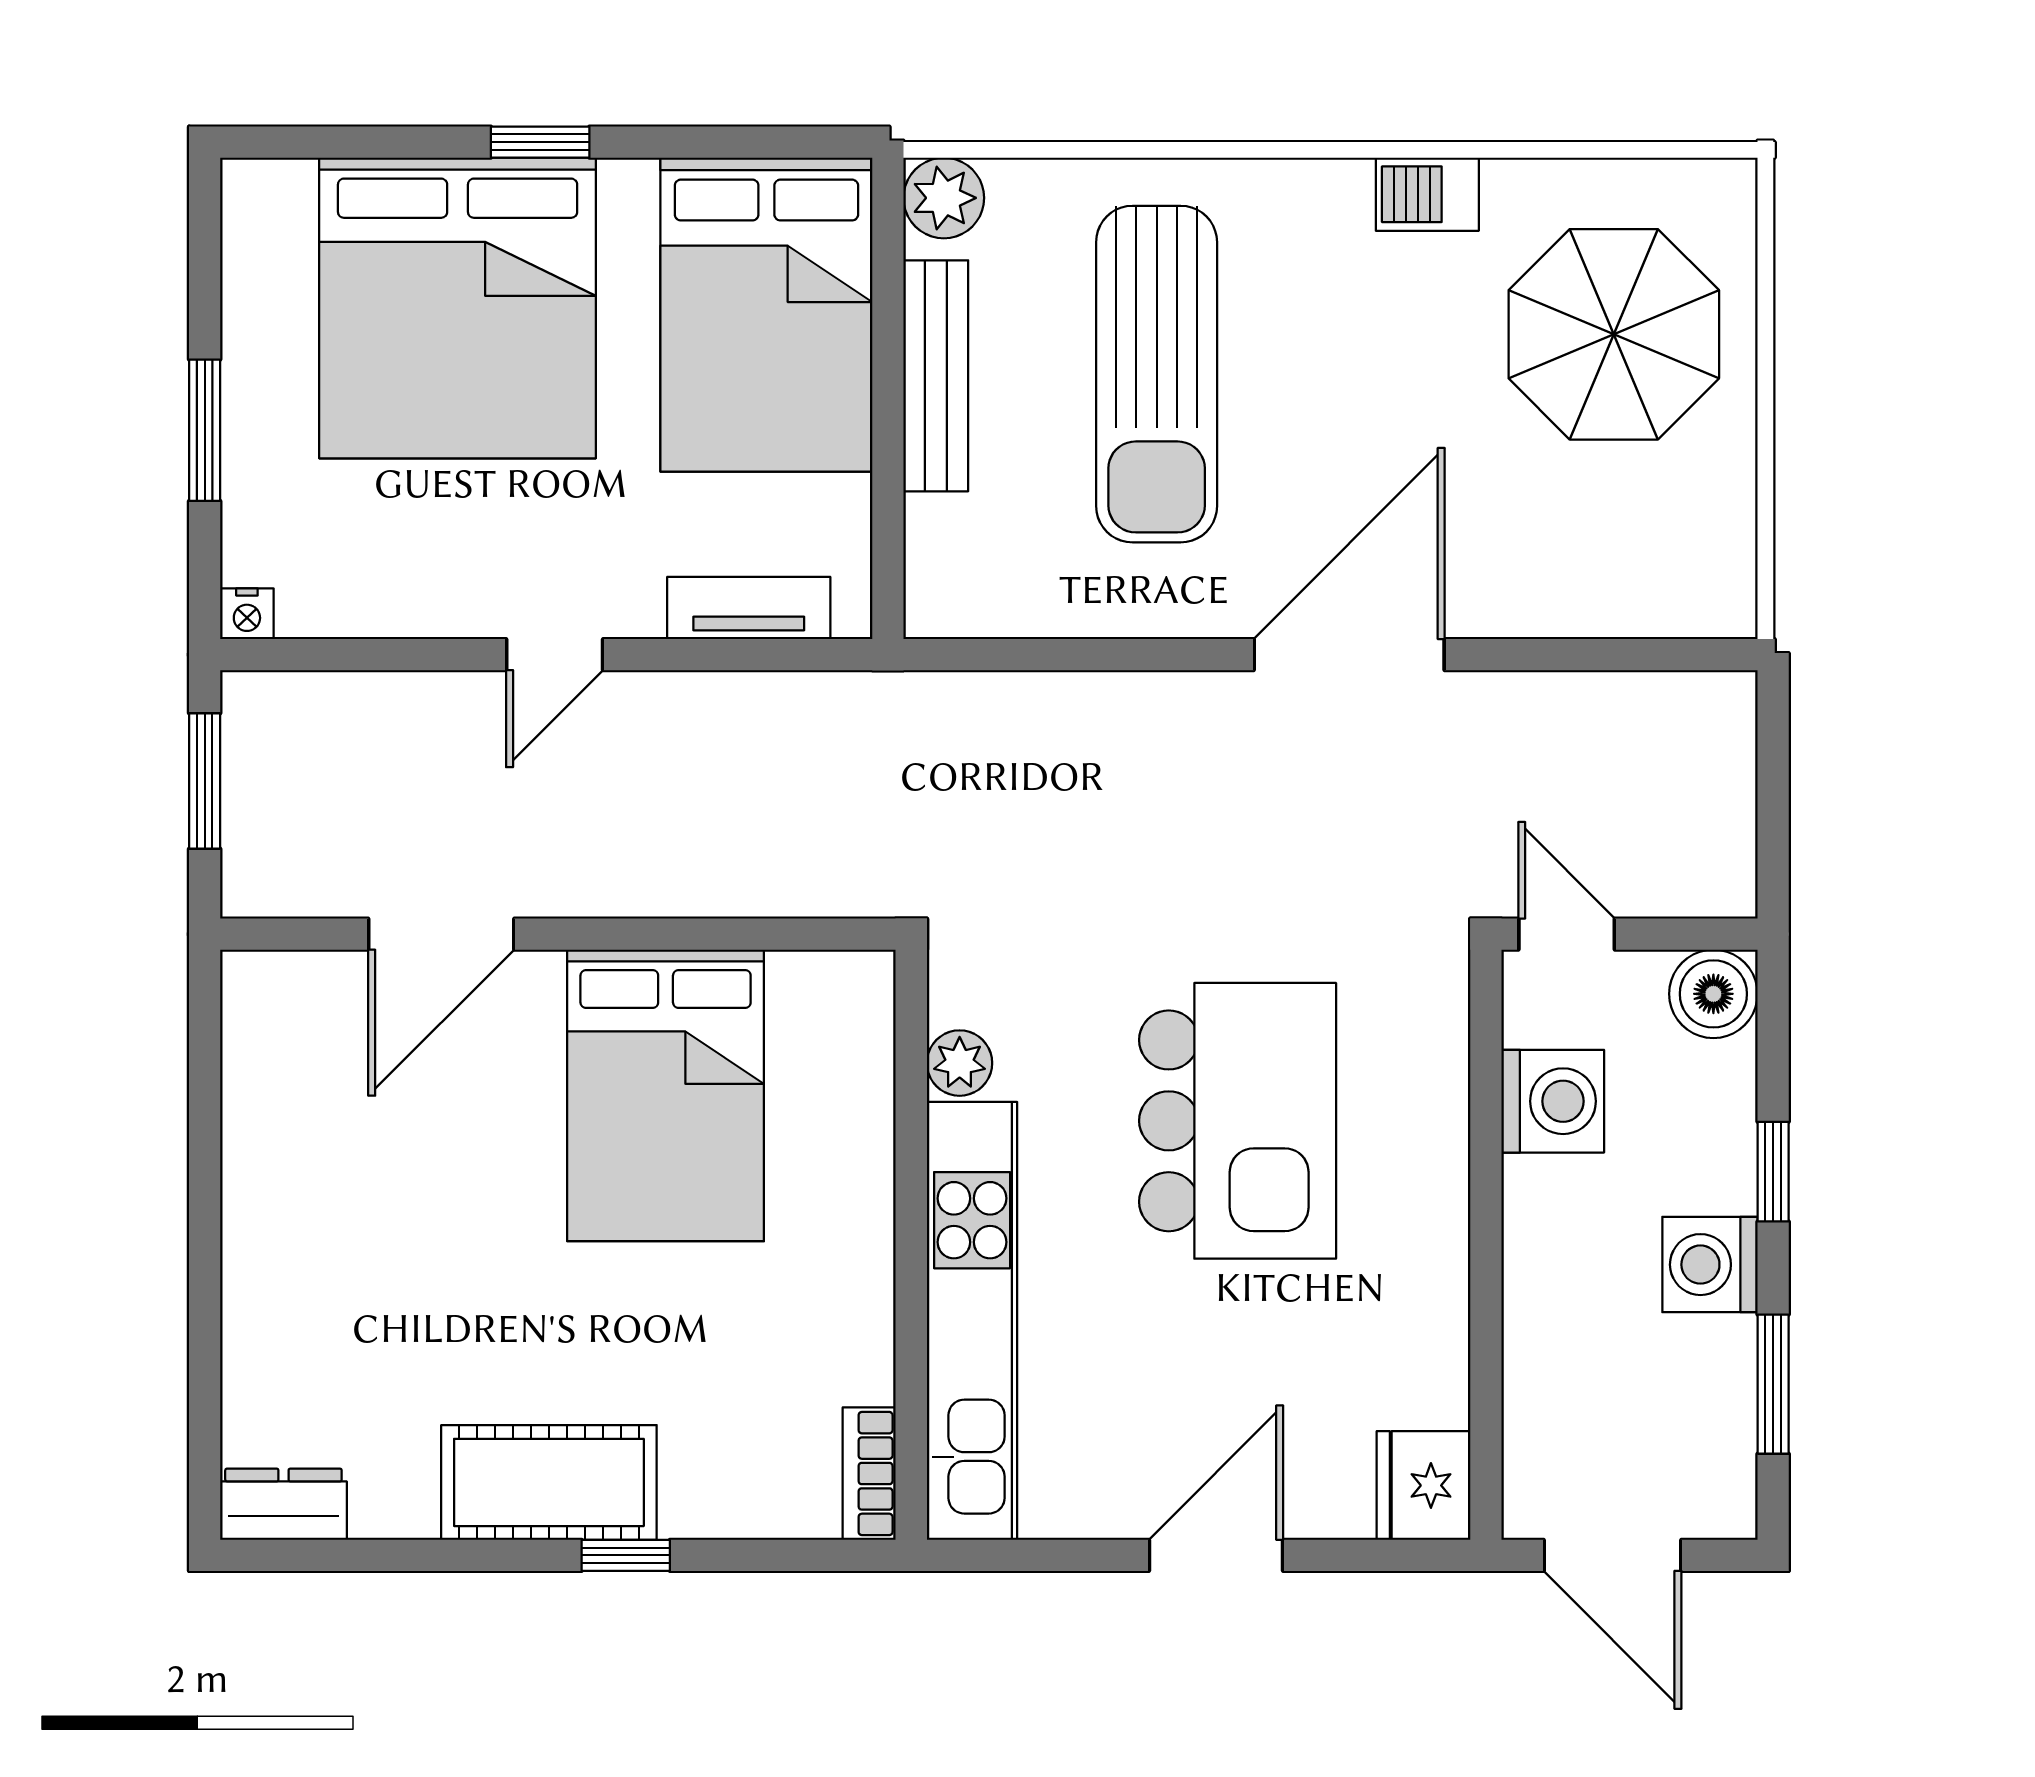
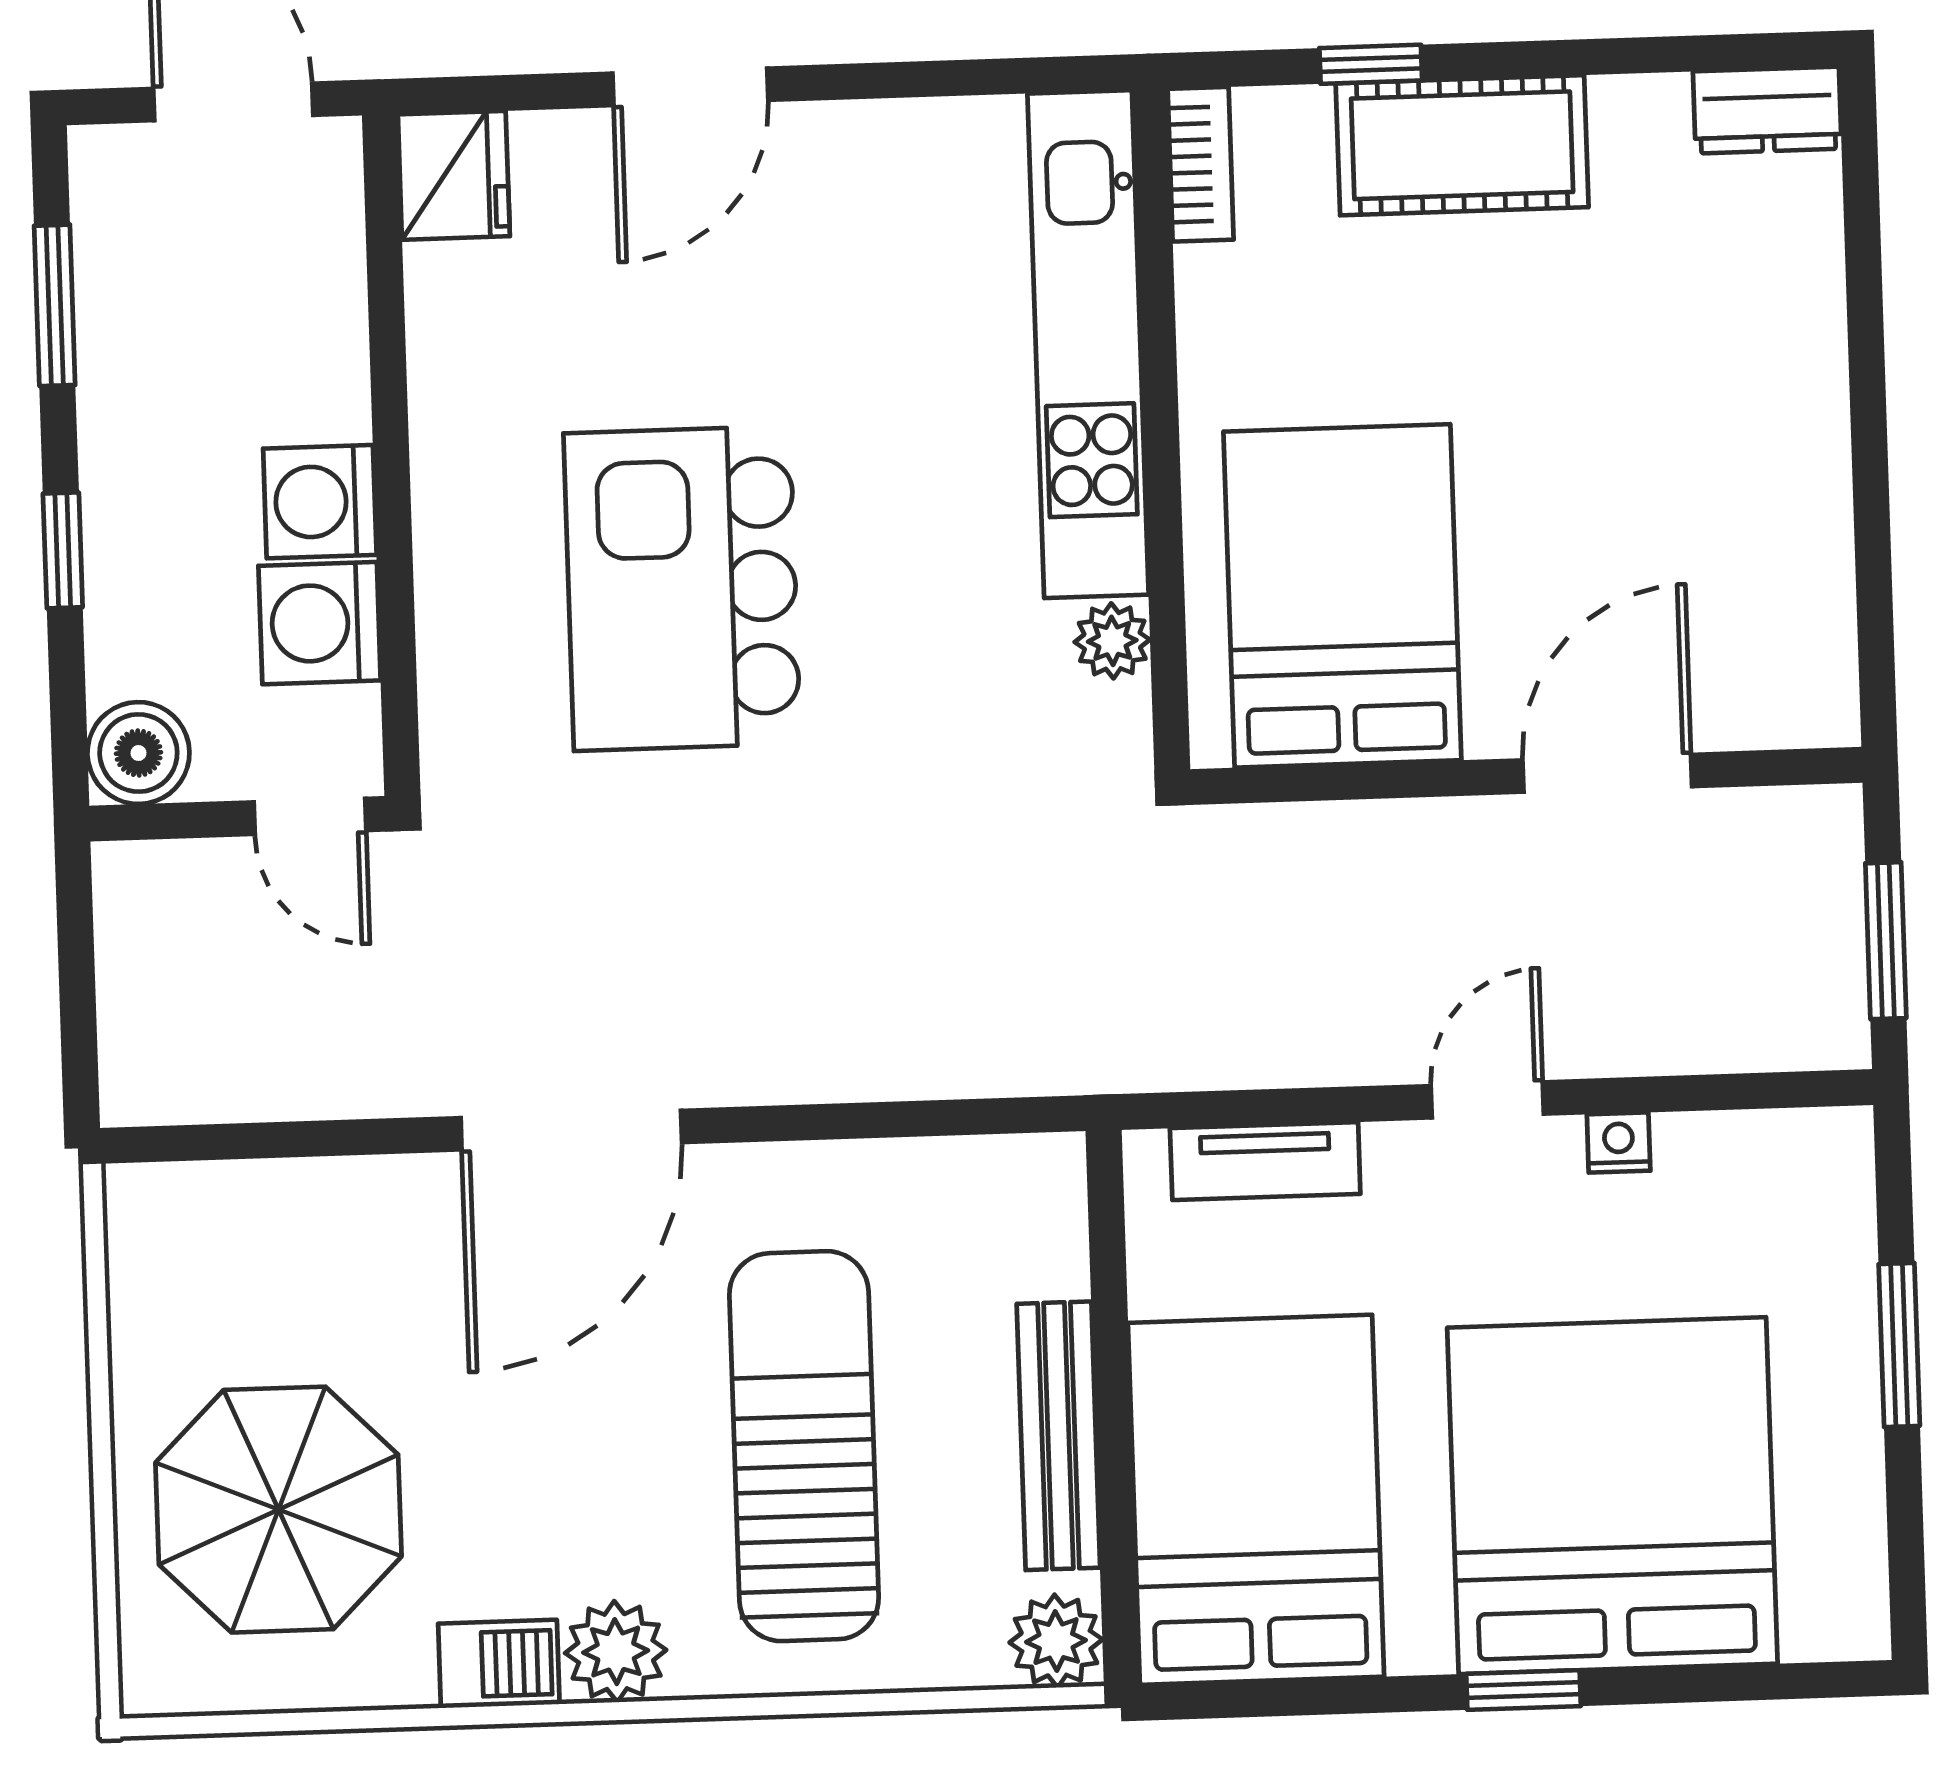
plant: (1326, 202) -> (616, 1652), added
nightstand: (247, 614) -> (1619, 1143), moved
plant: (960, 1063) -> (1112, 641), moved
wall: (911, 1245) -> (1161, 430), moved
washing machine: (1710, 1265) -> (320, 502), moved, turned 180
kitchen unit: (972, 1321) -> (1088, 344), moved
bookcase: (869, 1474) -> (1201, 164), moved

